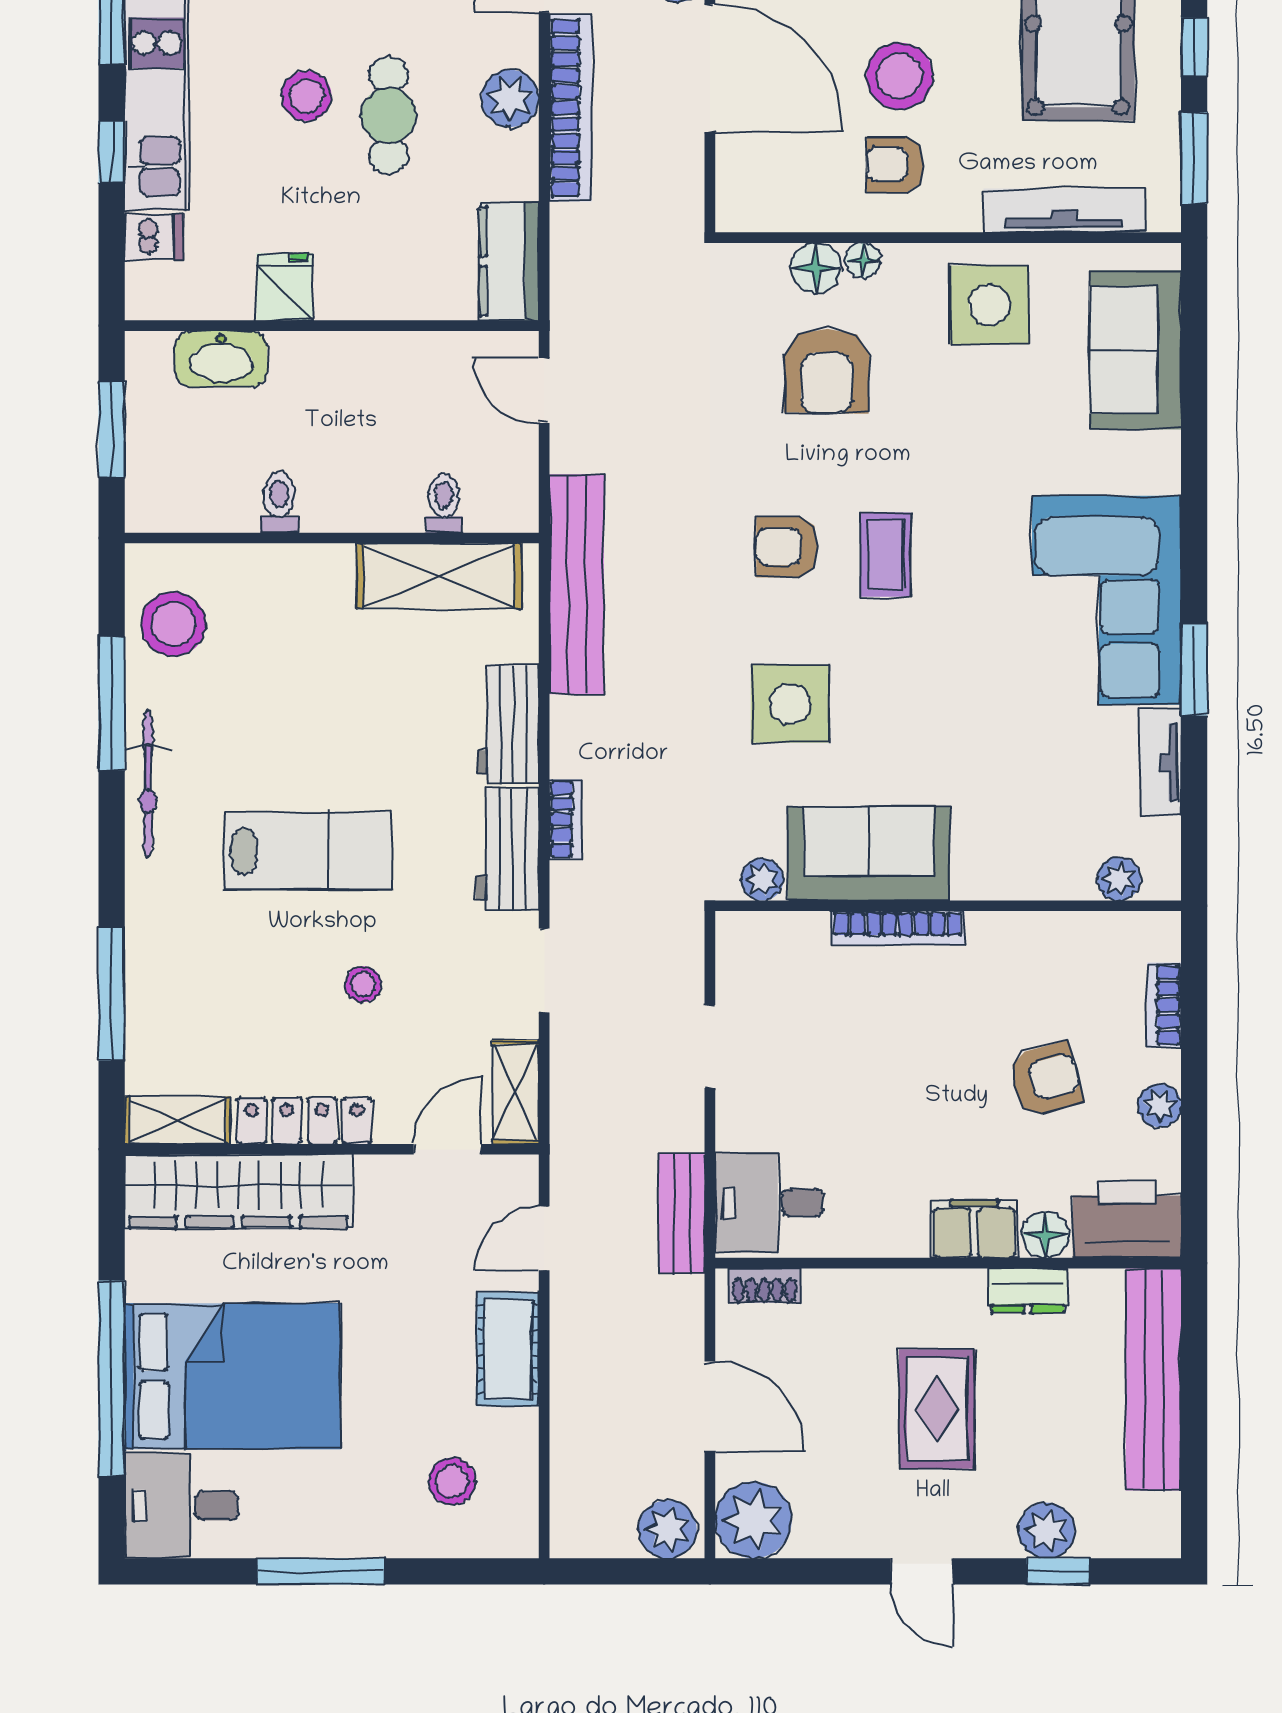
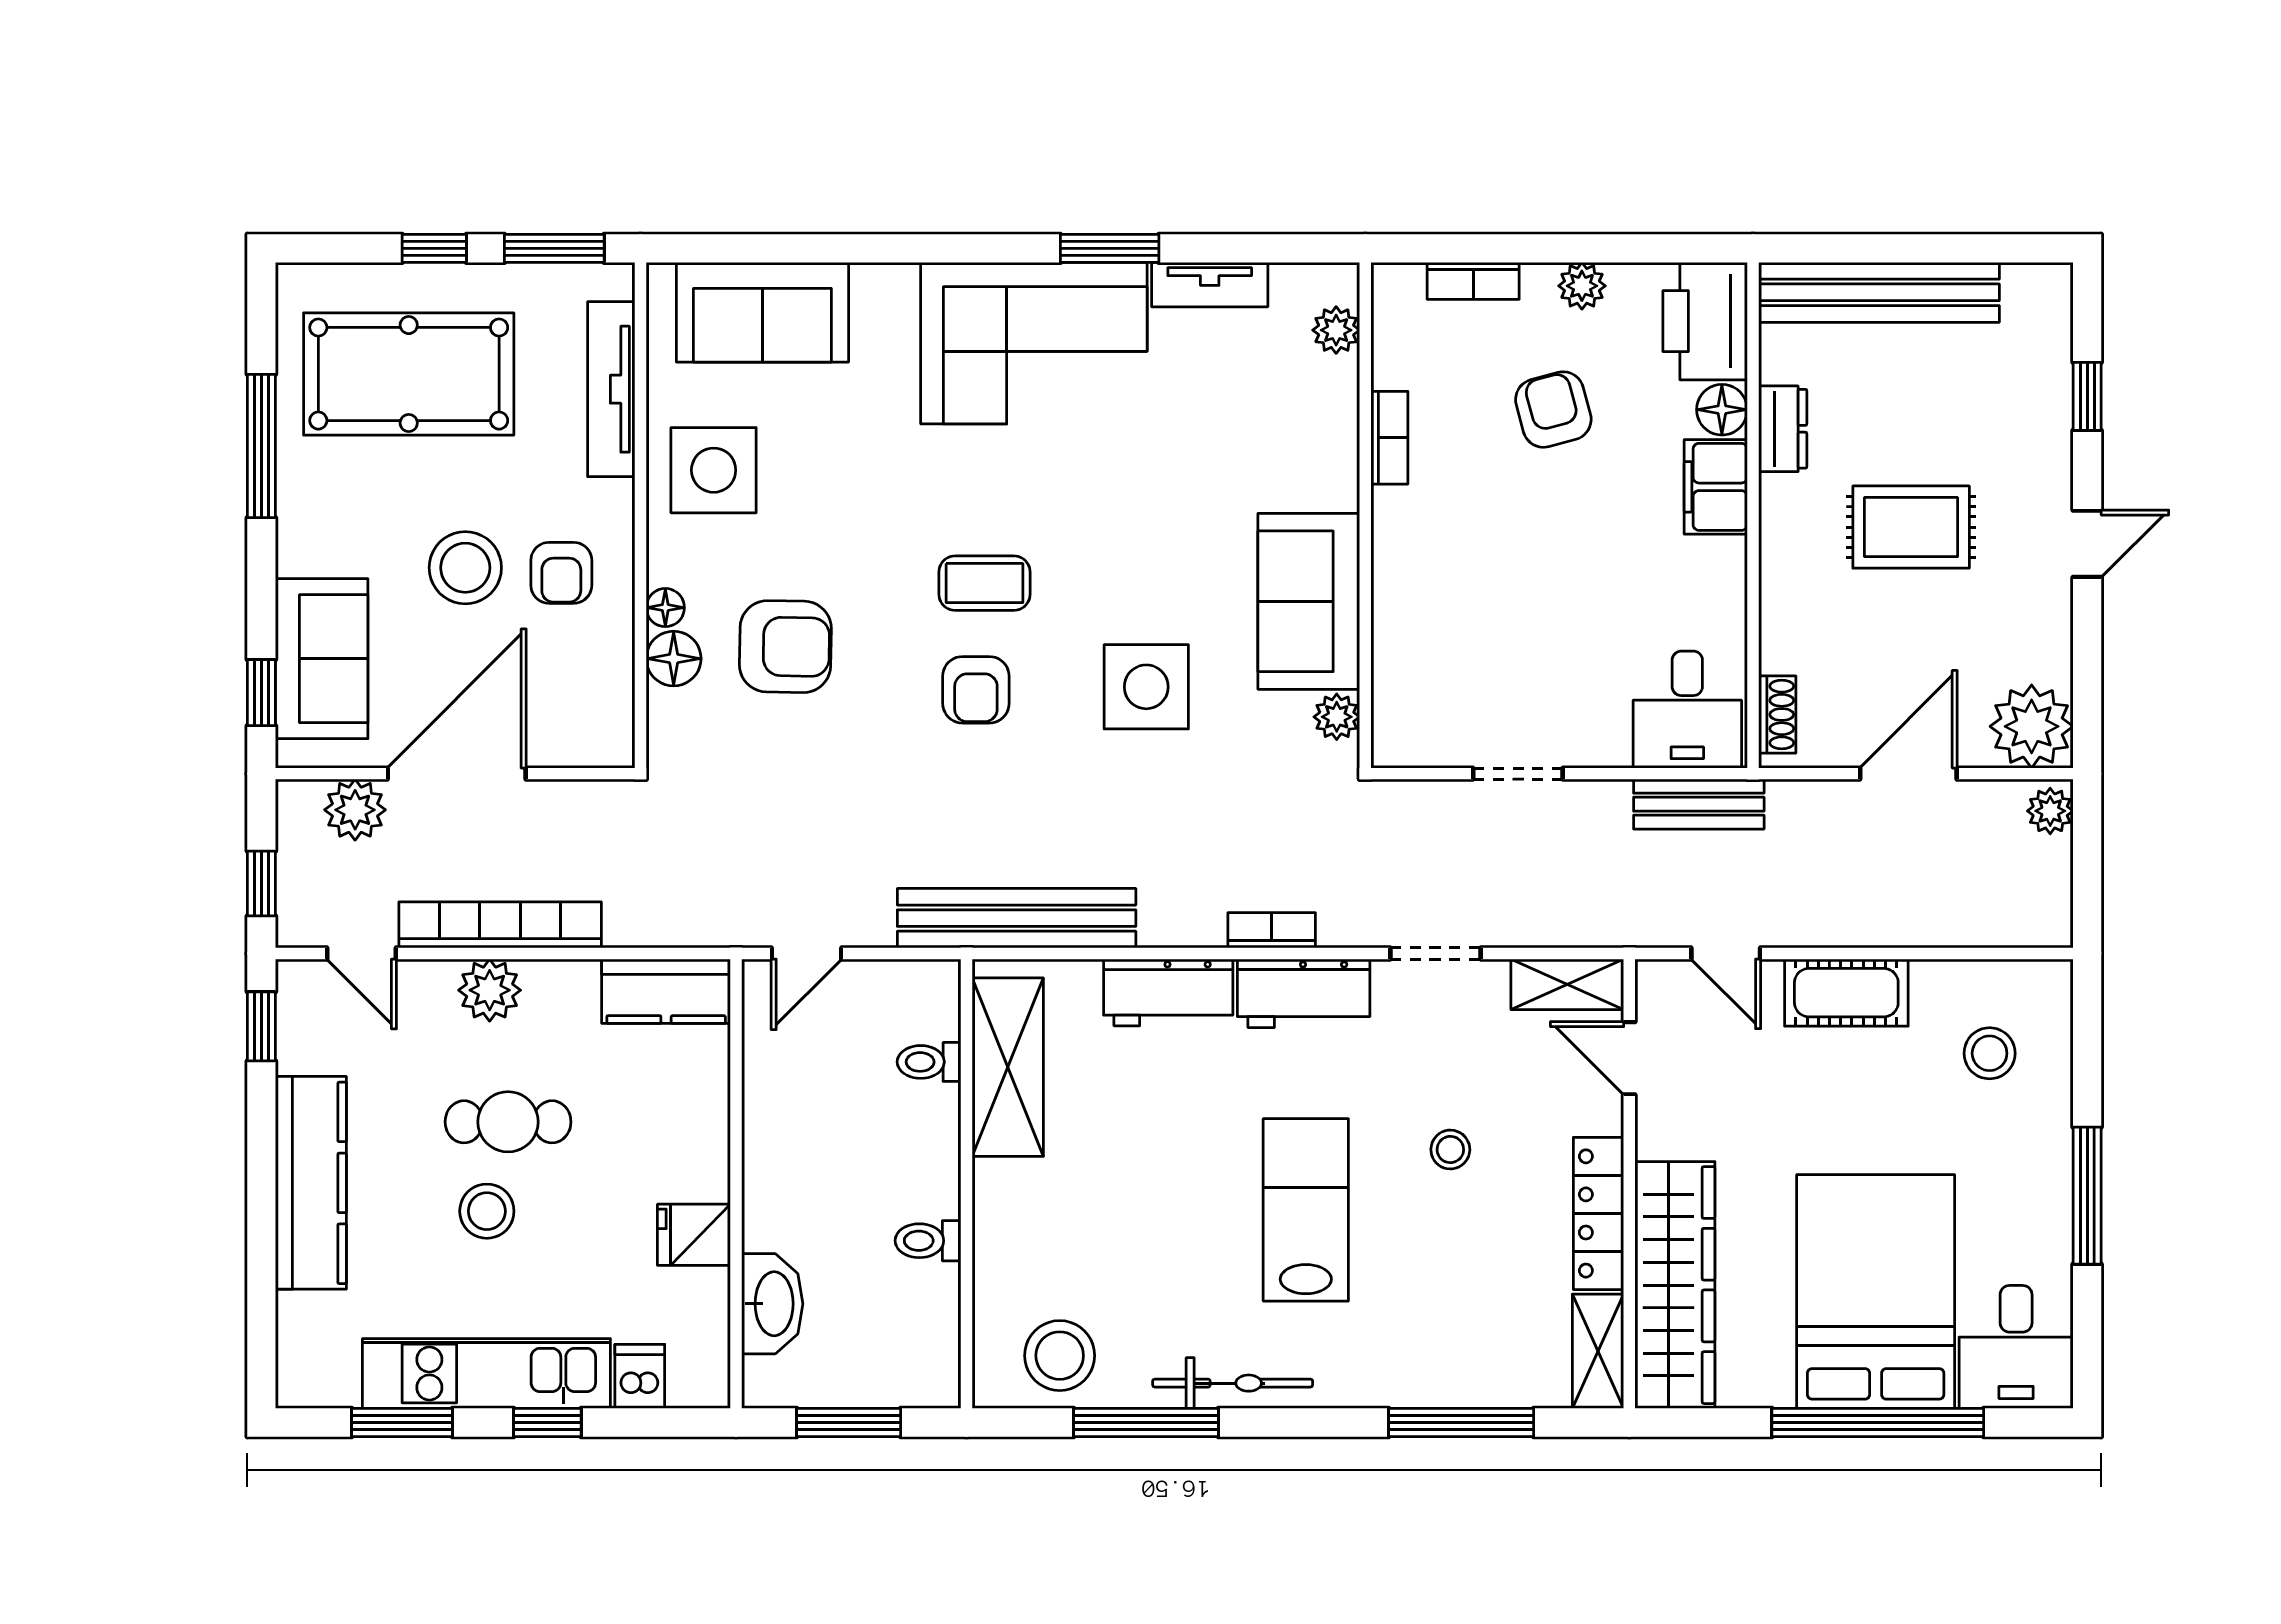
bookcase: (898, 928) -> (1389, 438), moved, width x0.64
plant: (667, 1529) -> (2050, 811), width x0.73, depth x0.73
plant: (1047, 1531) -> (2043, 408), removed

